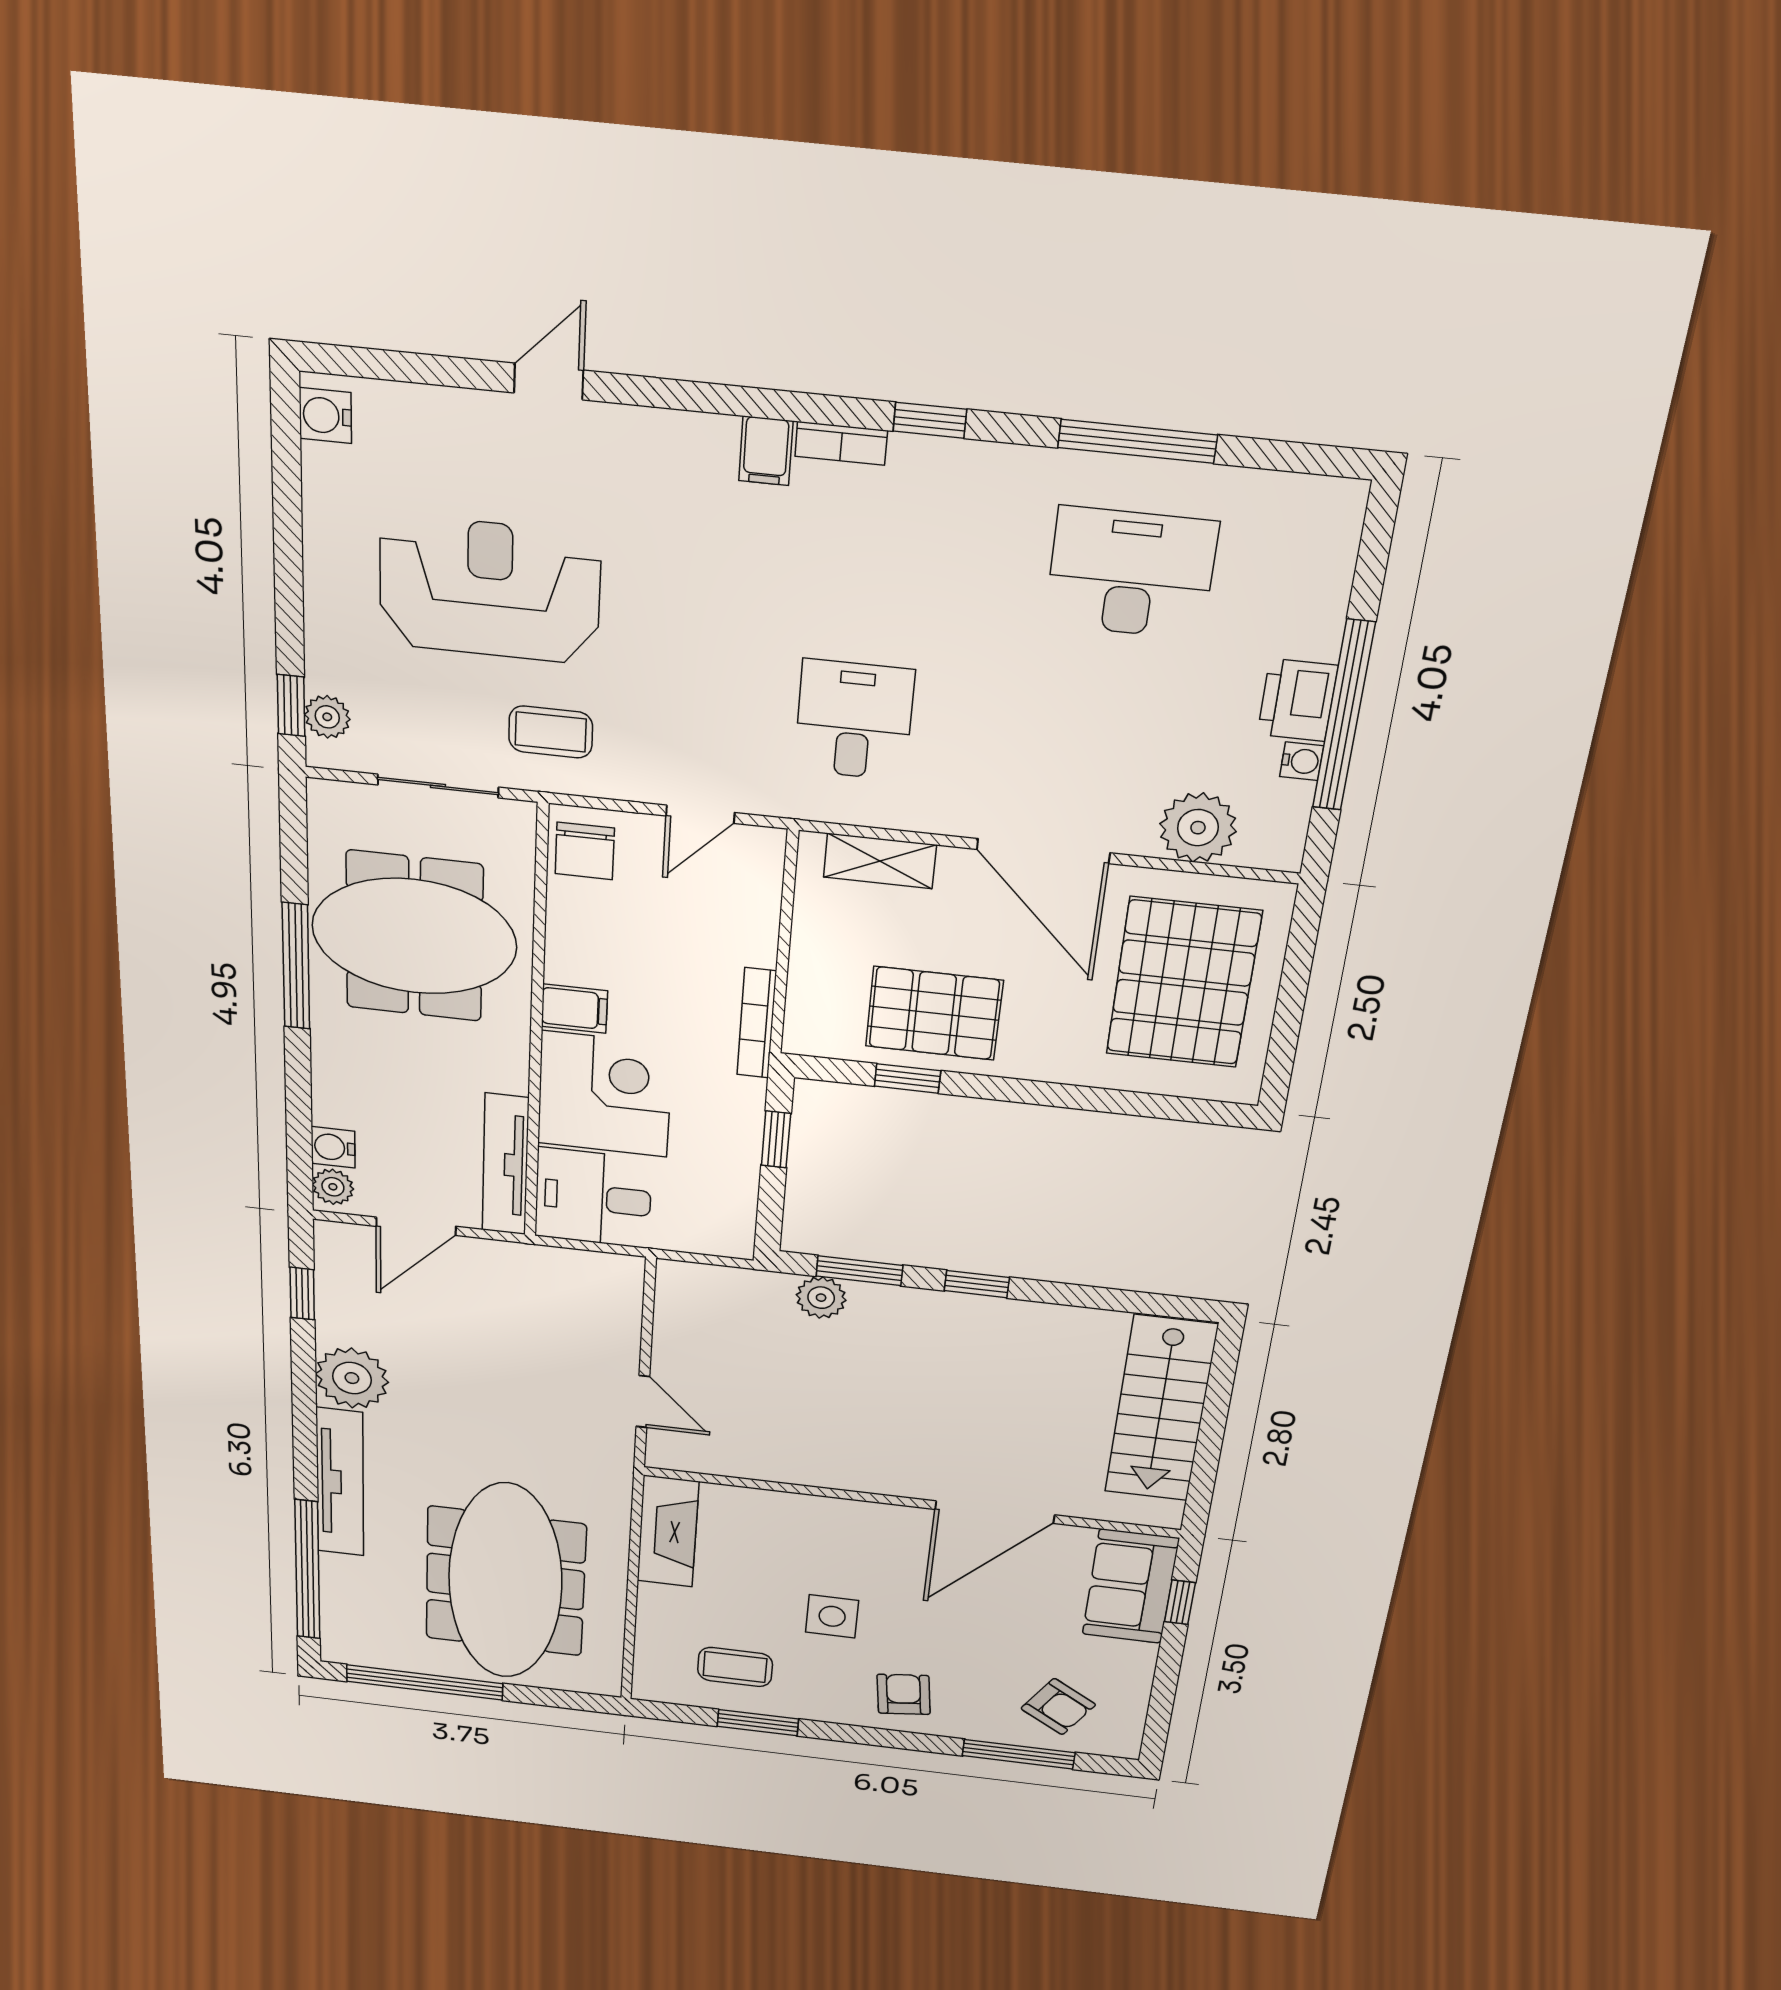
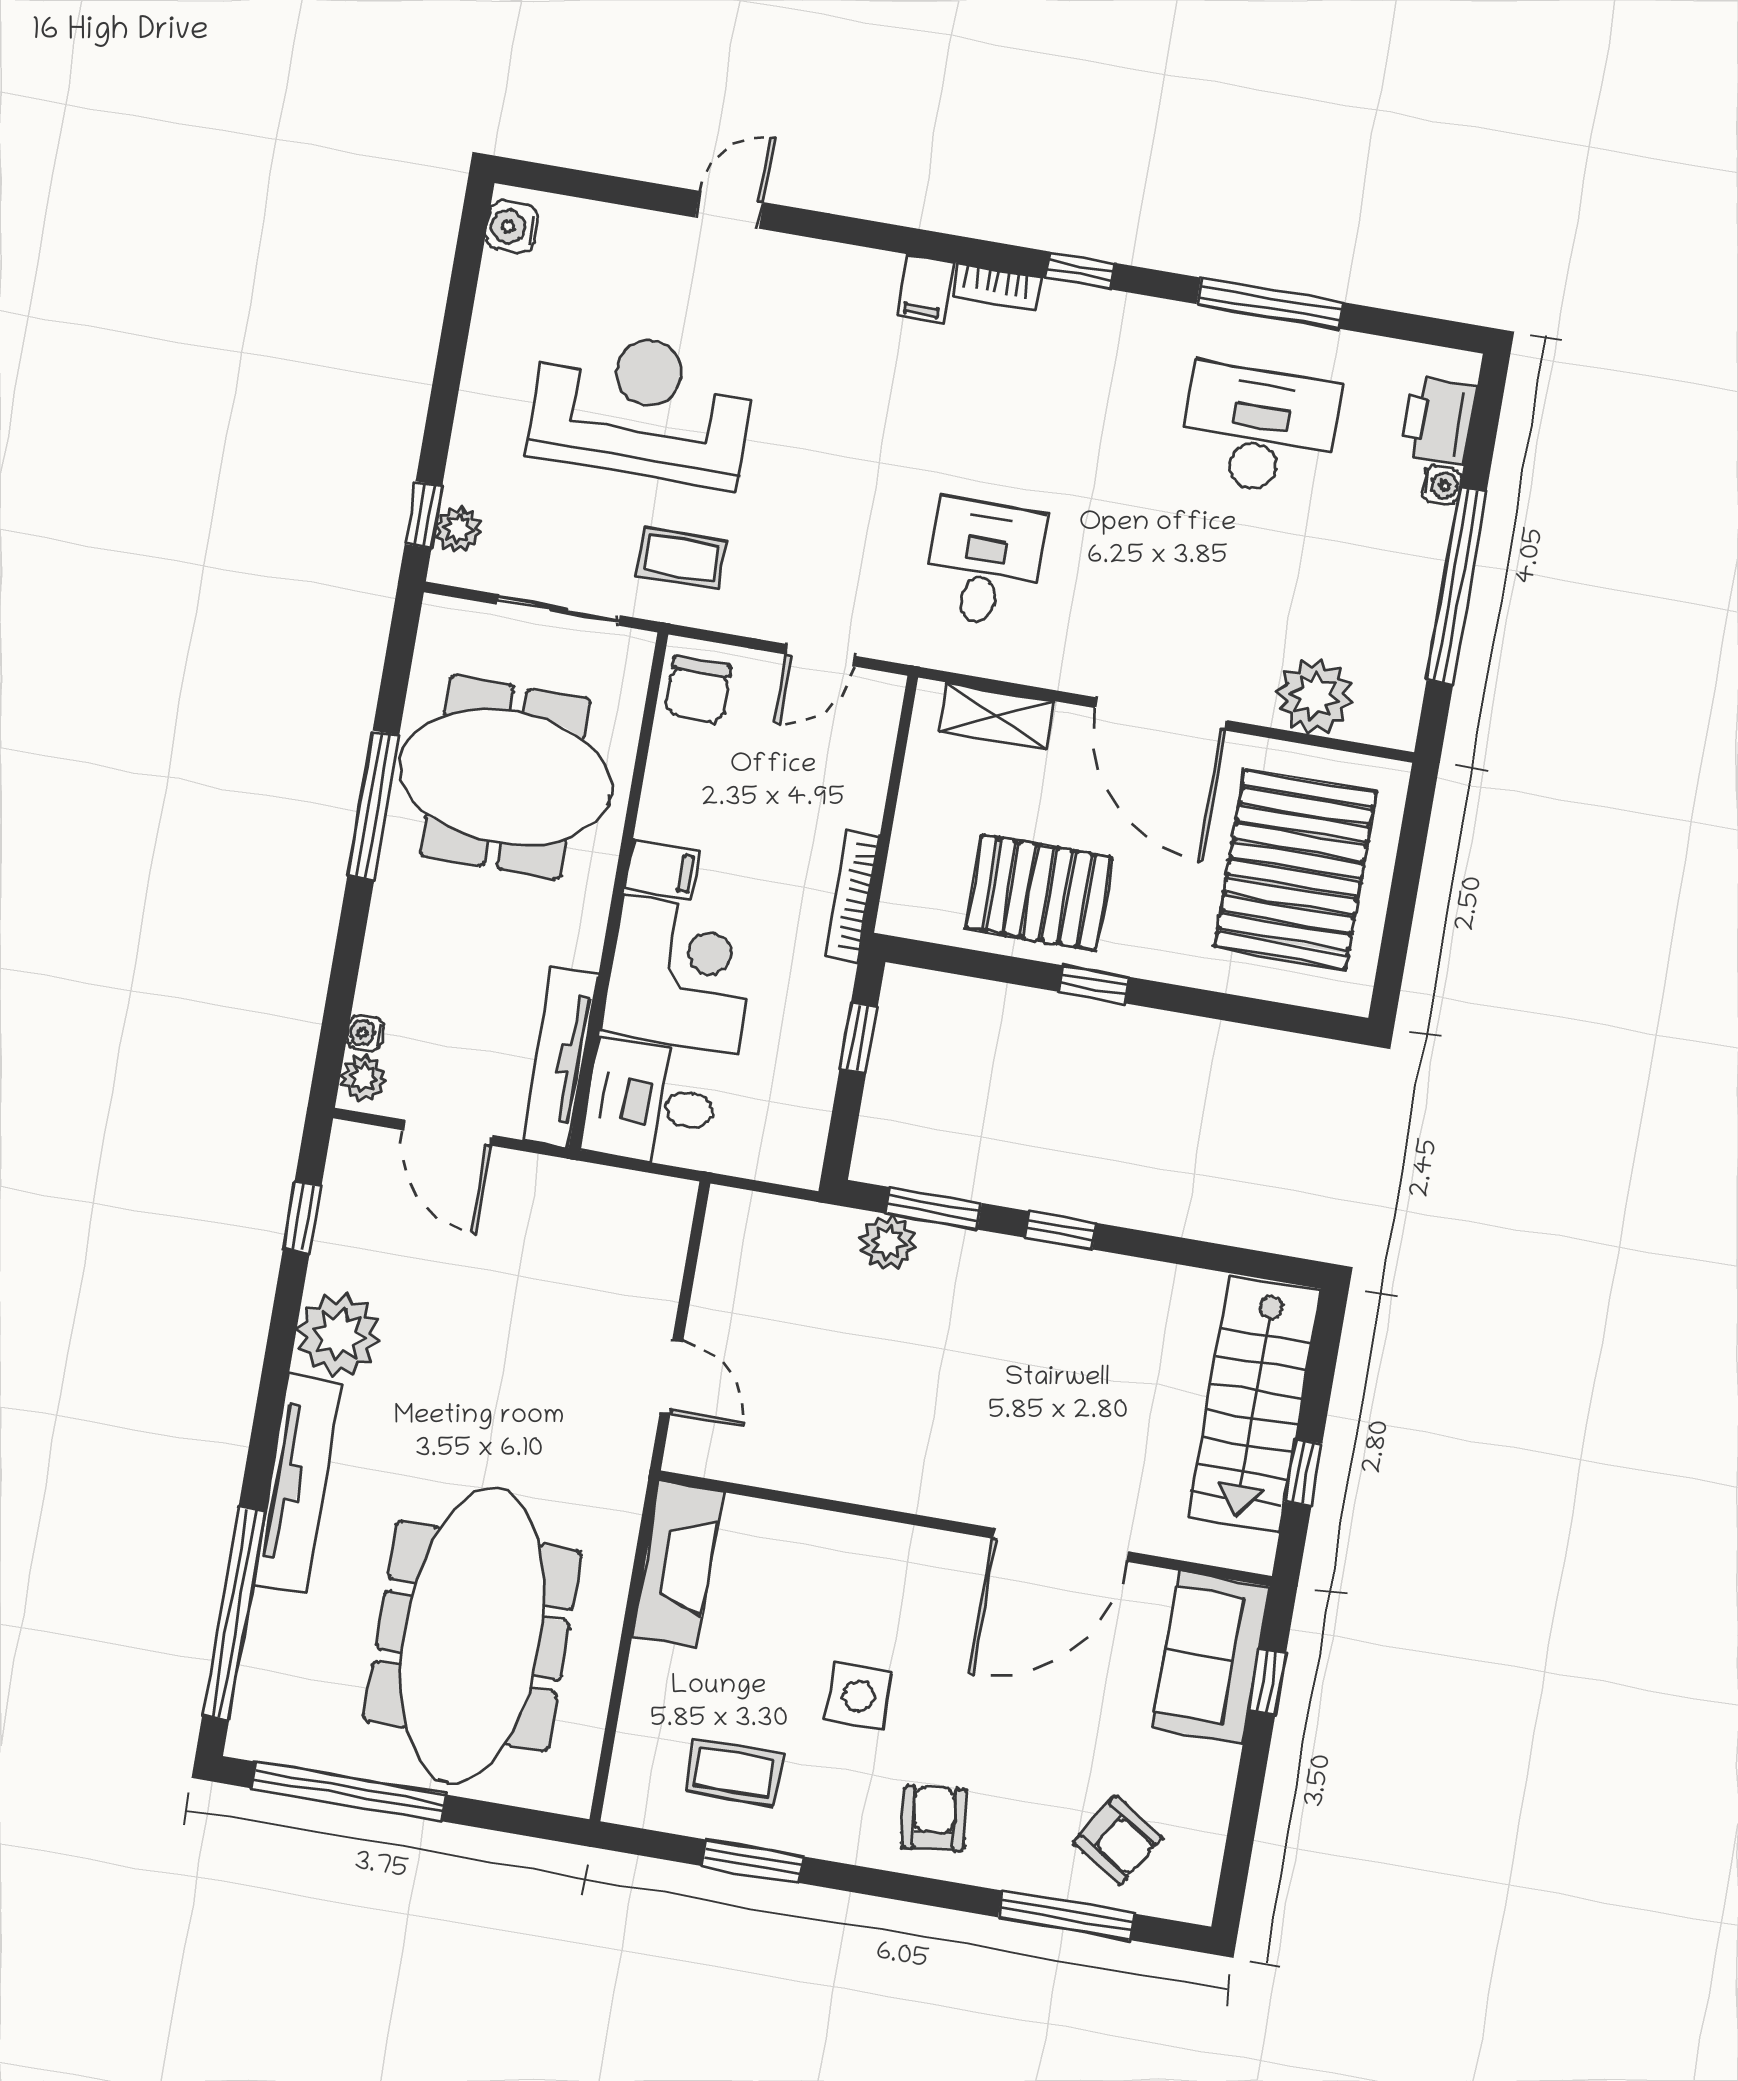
printer: (1297, 700) -> (1438, 421), moved
water cooler: (1302, 761) -> (1442, 485), moved
window: (908, 1078) -> (1094, 984), moved
water cooler: (333, 1147) -> (365, 1033), width x0.72, depth x0.72
door: (416, 1226) -> (448, 1133), hinge flipped
window: (1207, 1457) -> (1303, 1473), added

